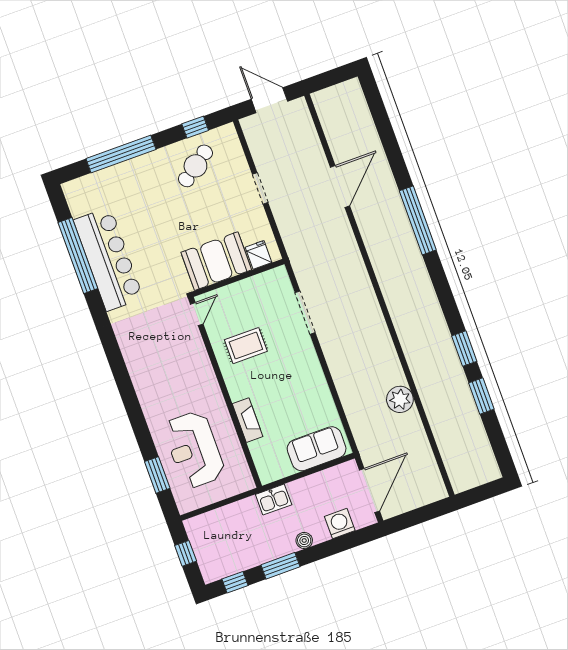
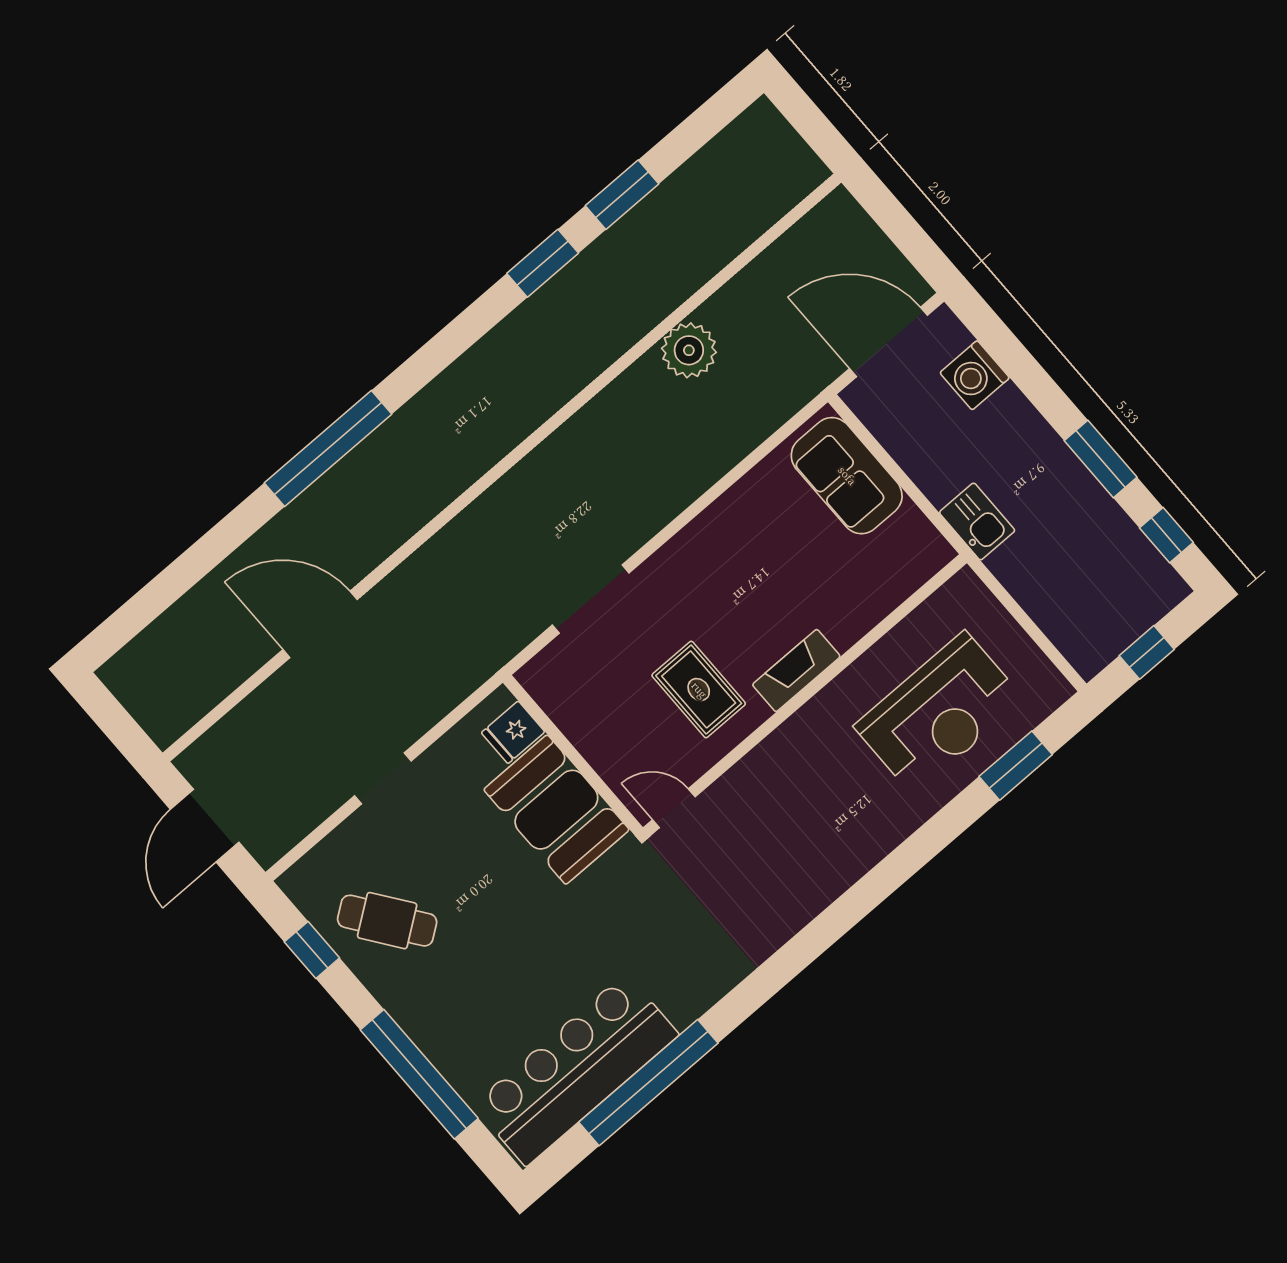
bar counter: (108, 259) -> (576, 1070), moved
fireplace: (248, 420) -> (796, 671), moved
boiler: (304, 540) -> (1034, 432), removed

